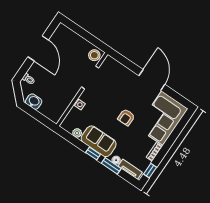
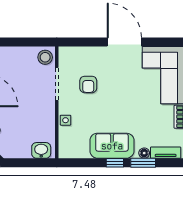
washbasin: (34, 102) -> (41, 150), moved
armchair: (126, 117) -> (88, 84), moved
plant: (77, 133) -> (83, 152), removed

